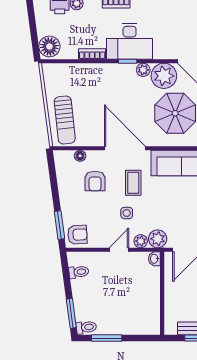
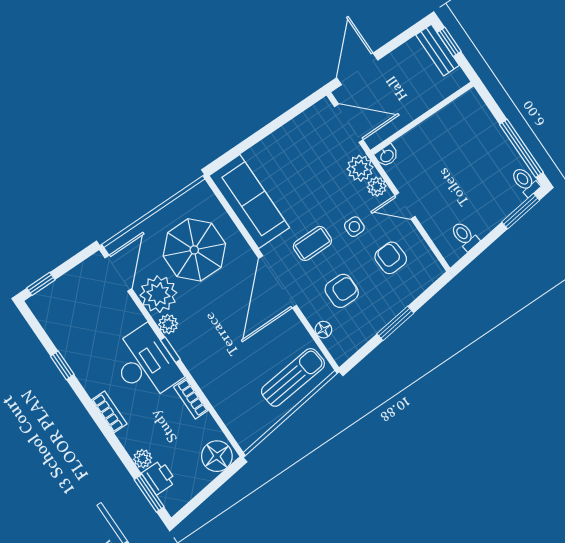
window: (59, 225) -> (395, 323), moved
armchair: (77, 235) -> (391, 258), moved
window: (107, 338) -> (521, 148), width x1.44

